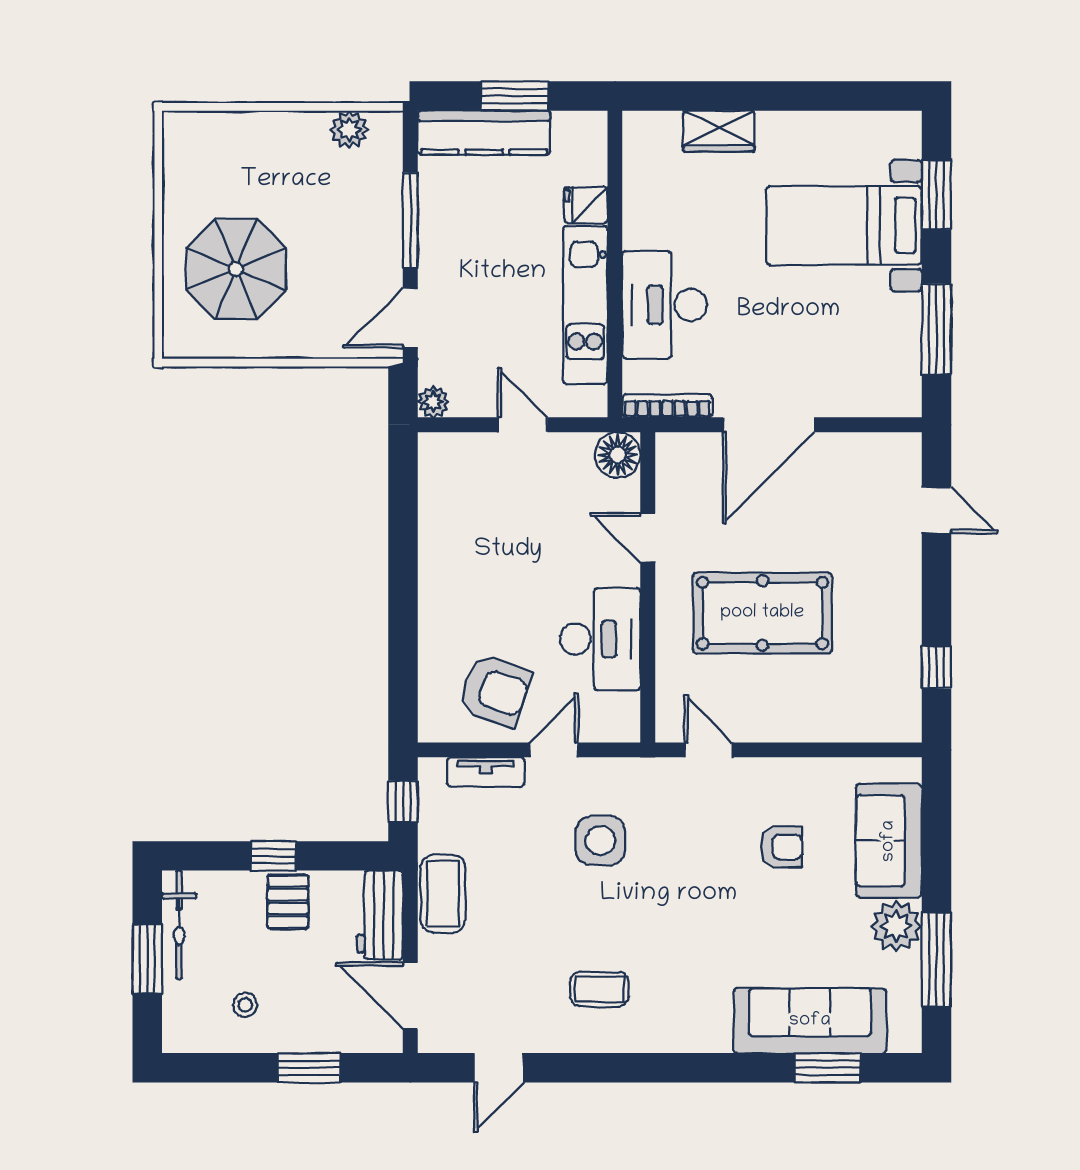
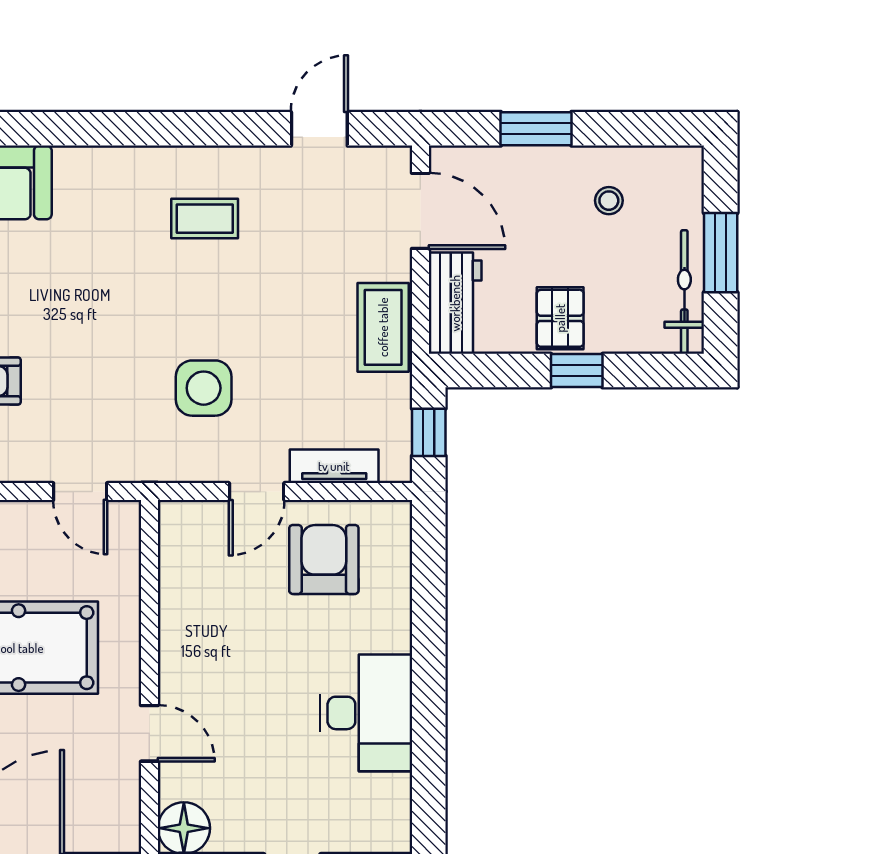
desk: (600, 639) -> (366, 713), moved, turned 180
armchair: (495, 690) -> (324, 559), turned 71

